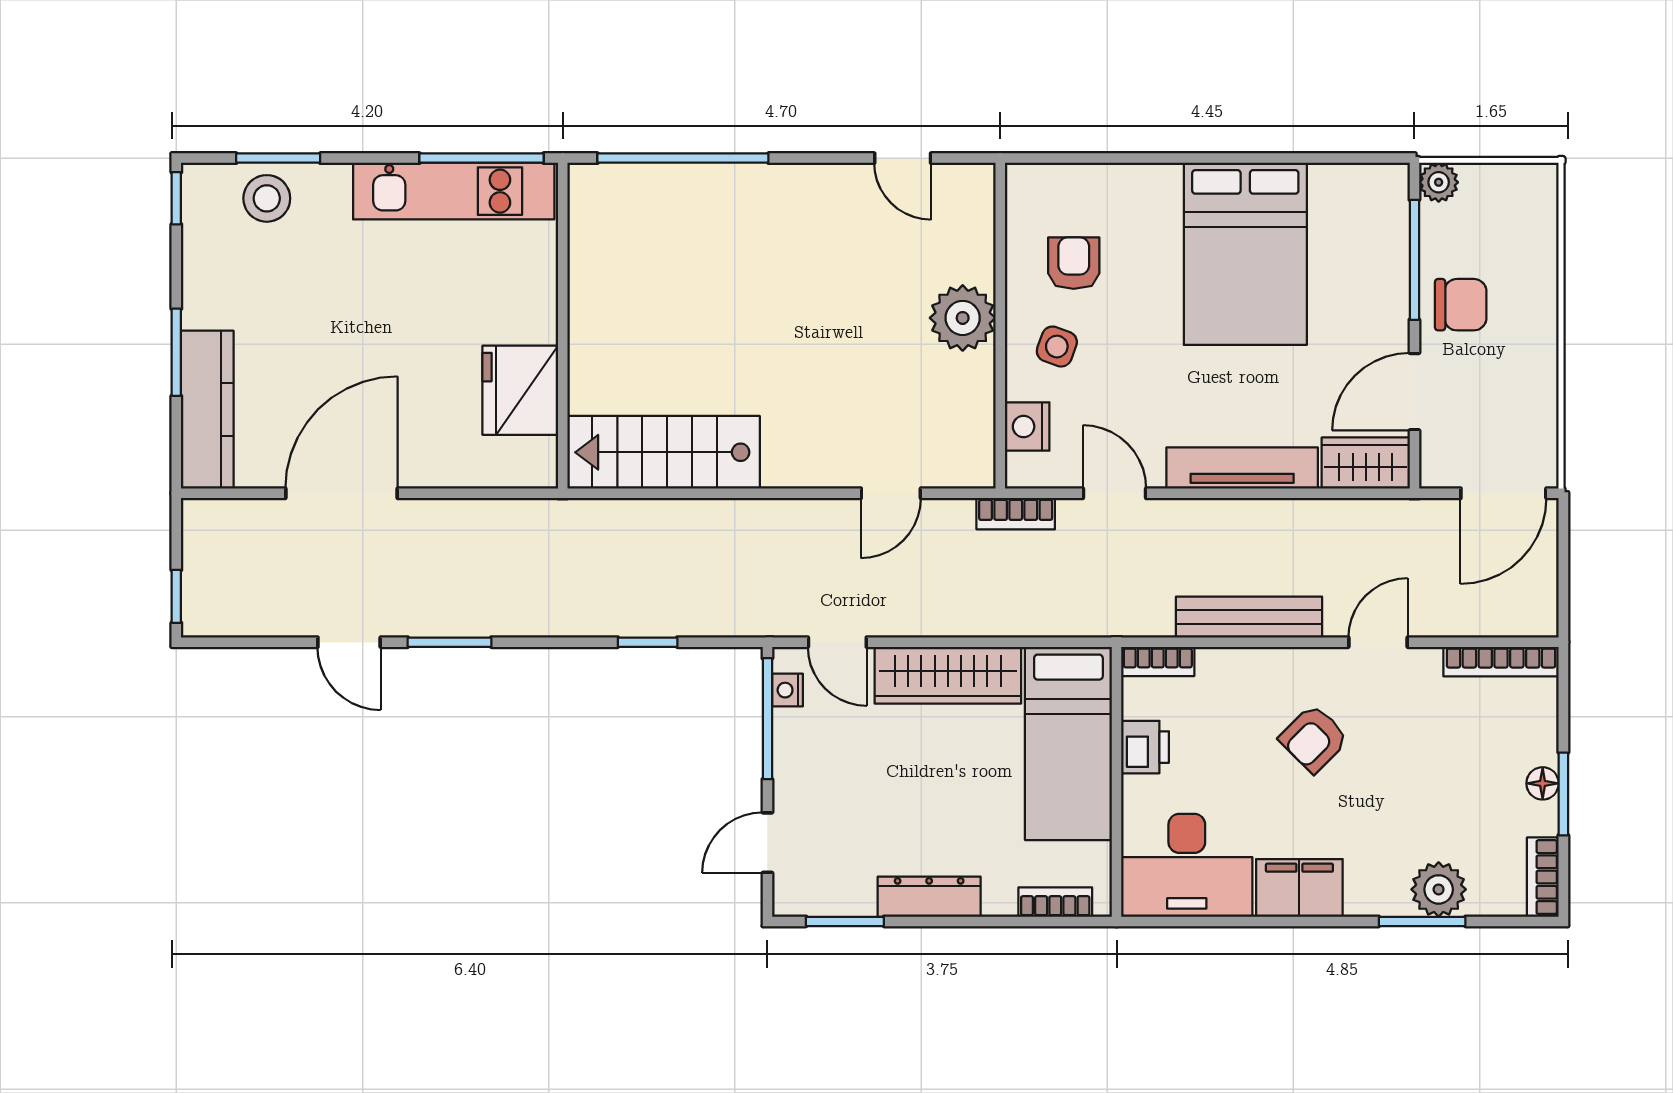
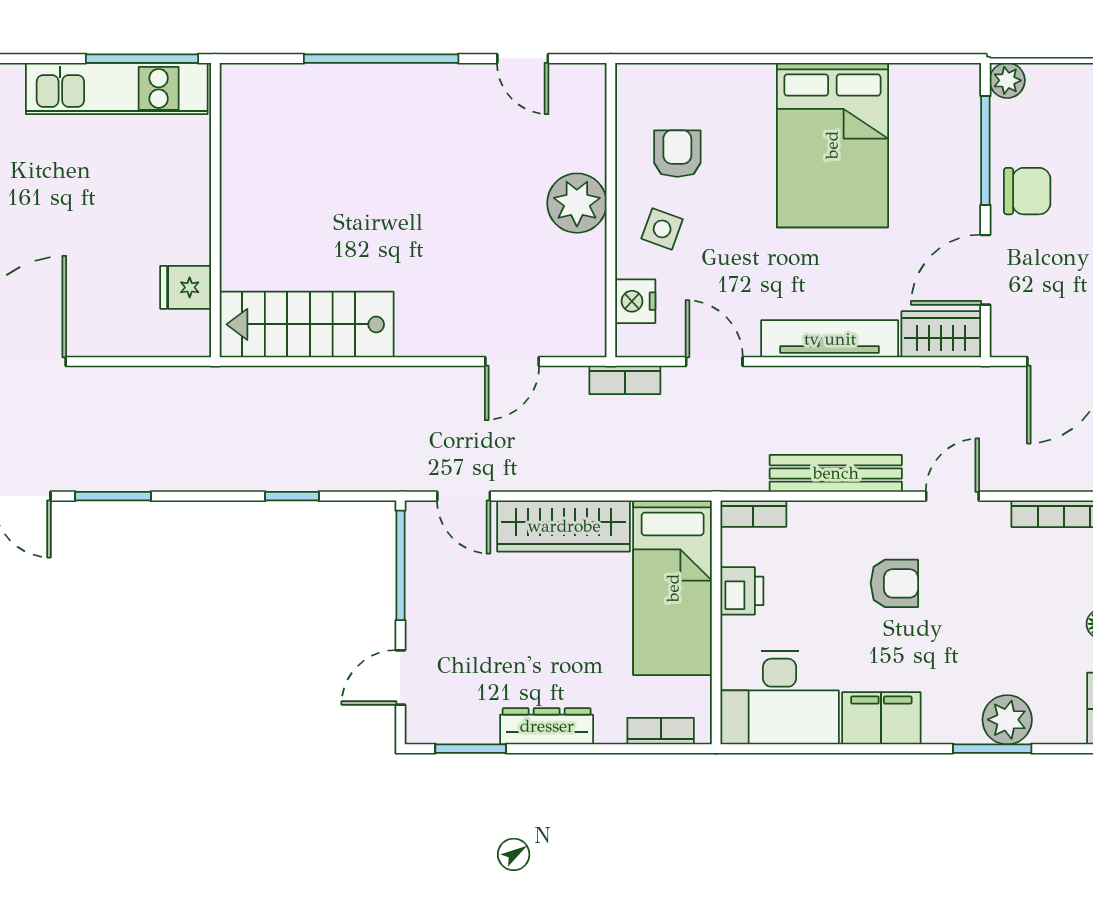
window: (683, 158) -> (381, 59), moved
fridge: (520, 390) -> (186, 287), width x0.53, depth x0.75
nightstand: (788, 690) -> (419, 539), removed
armchair: (1314, 739) -> (894, 583), turned -135

